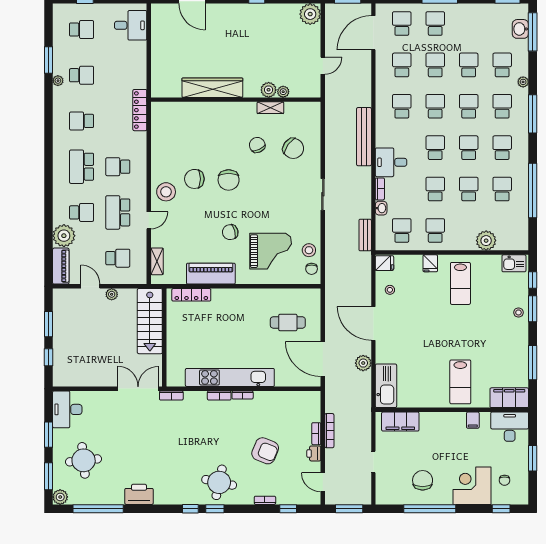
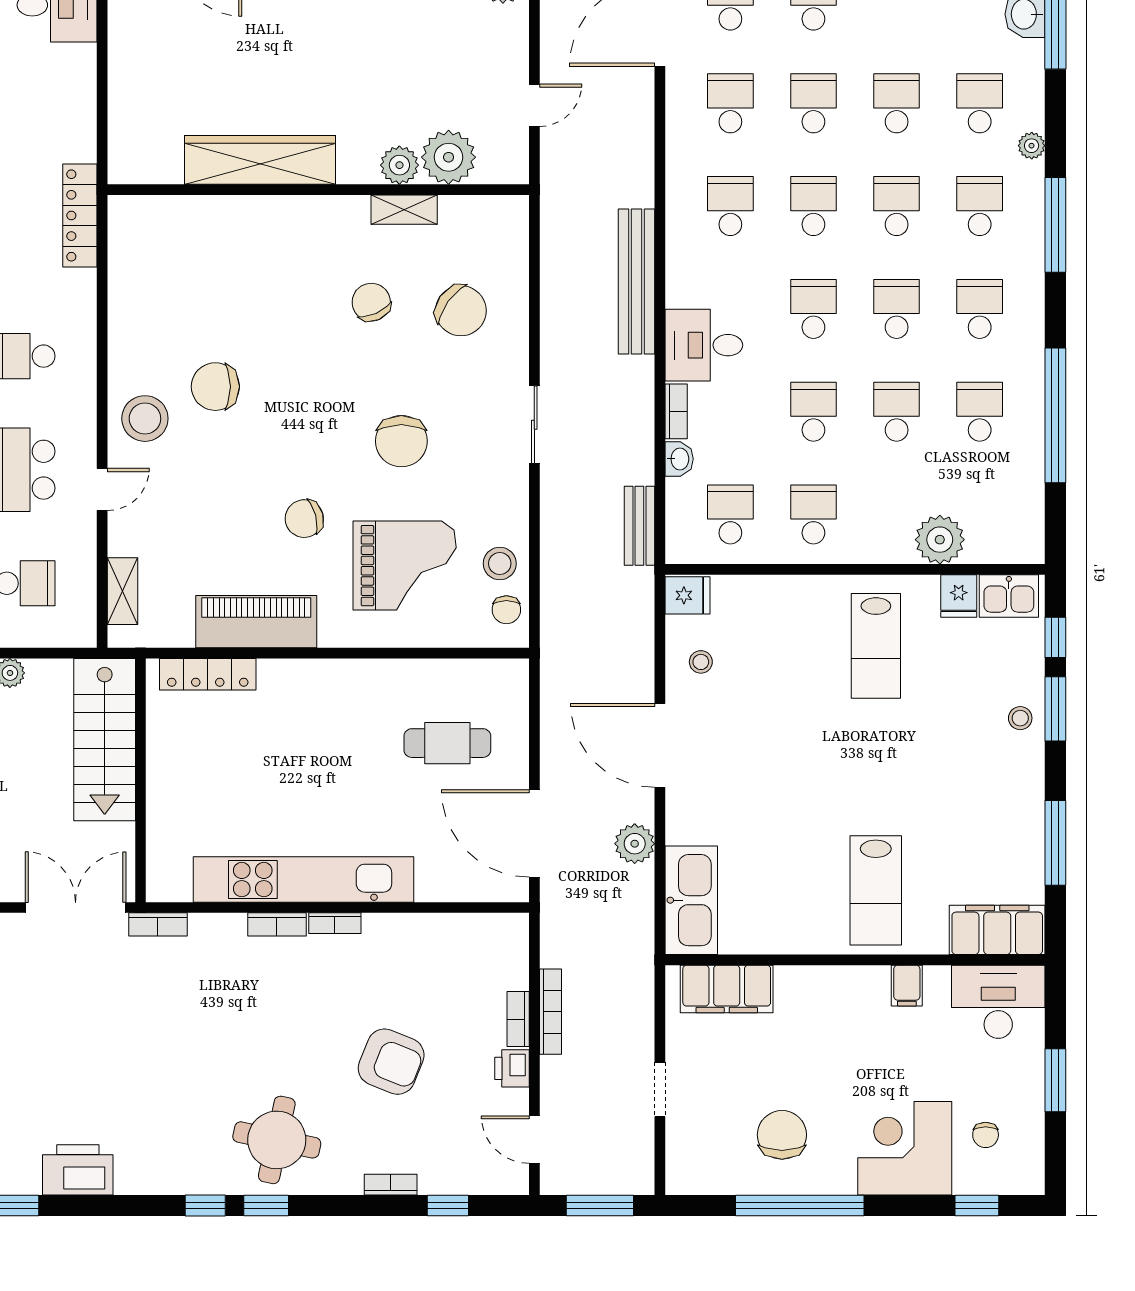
plant: (283, 92) -> (449, 157), width x1.88, depth x1.88
chair: (229, 180) -> (401, 441), moved
fridge: (430, 263) -> (959, 596), moved

